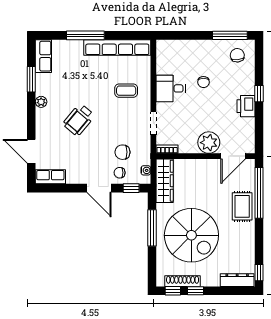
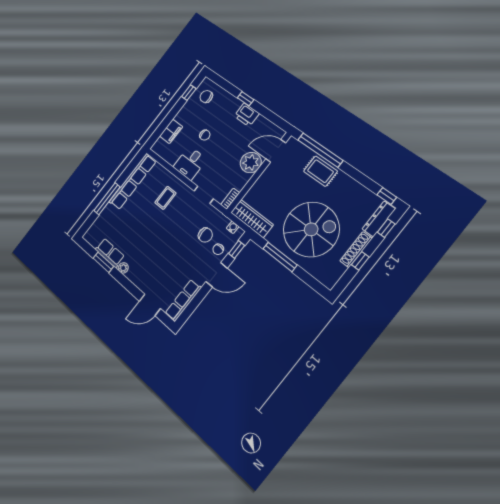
window: (230, 35) -> (189, 93), width x0.46
filing cabinet: (185, 47) -> (171, 131), added
row of seats: (43, 56) -> (110, 253), moved
wheelchair: (79, 120) -> (157, 250), removed
chair: (122, 152) -> (205, 235), turned -90
door: (233, 156) -> (276, 151), swing flipped
row of seats: (50, 177) -> (183, 300), width x1.48
shoe rack: (183, 281) -> (356, 250), moved
window: (173, 291) -> (386, 228), moved

